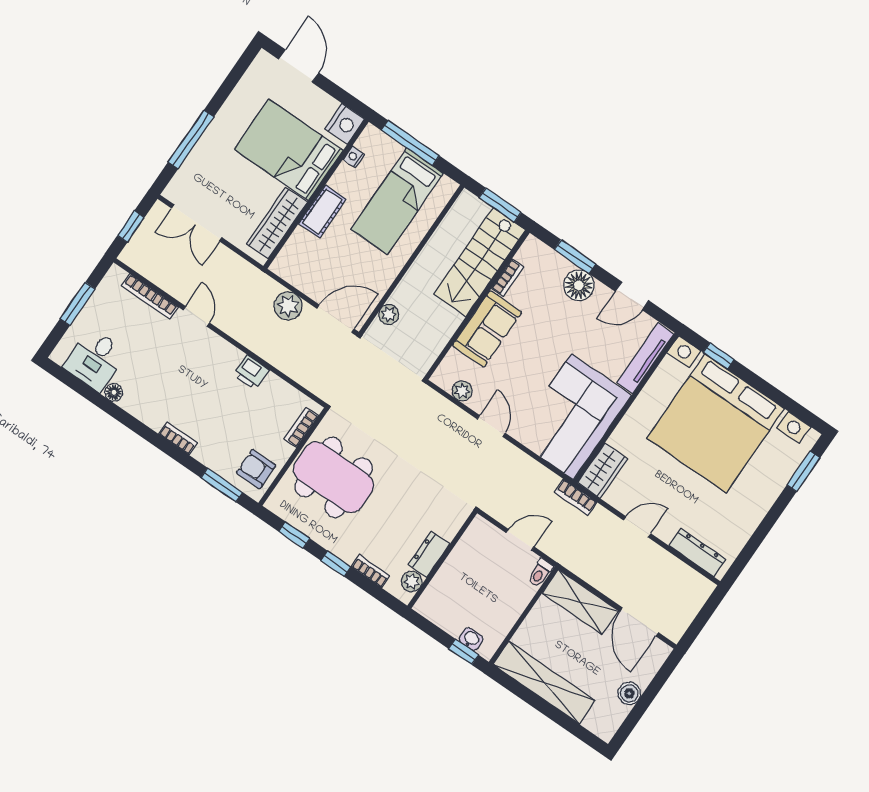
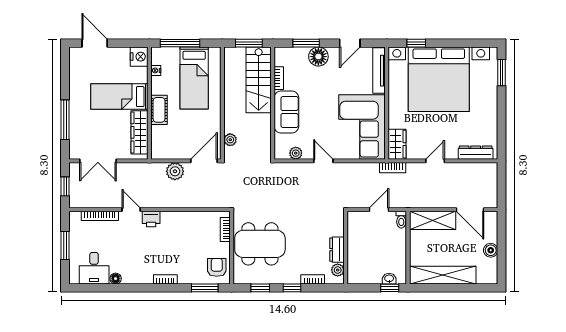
bed: (289, 150) -> (119, 97), width x0.67
printer: (251, 372) -> (151, 219), moved
armchair: (256, 469) -> (217, 267), turned 90

